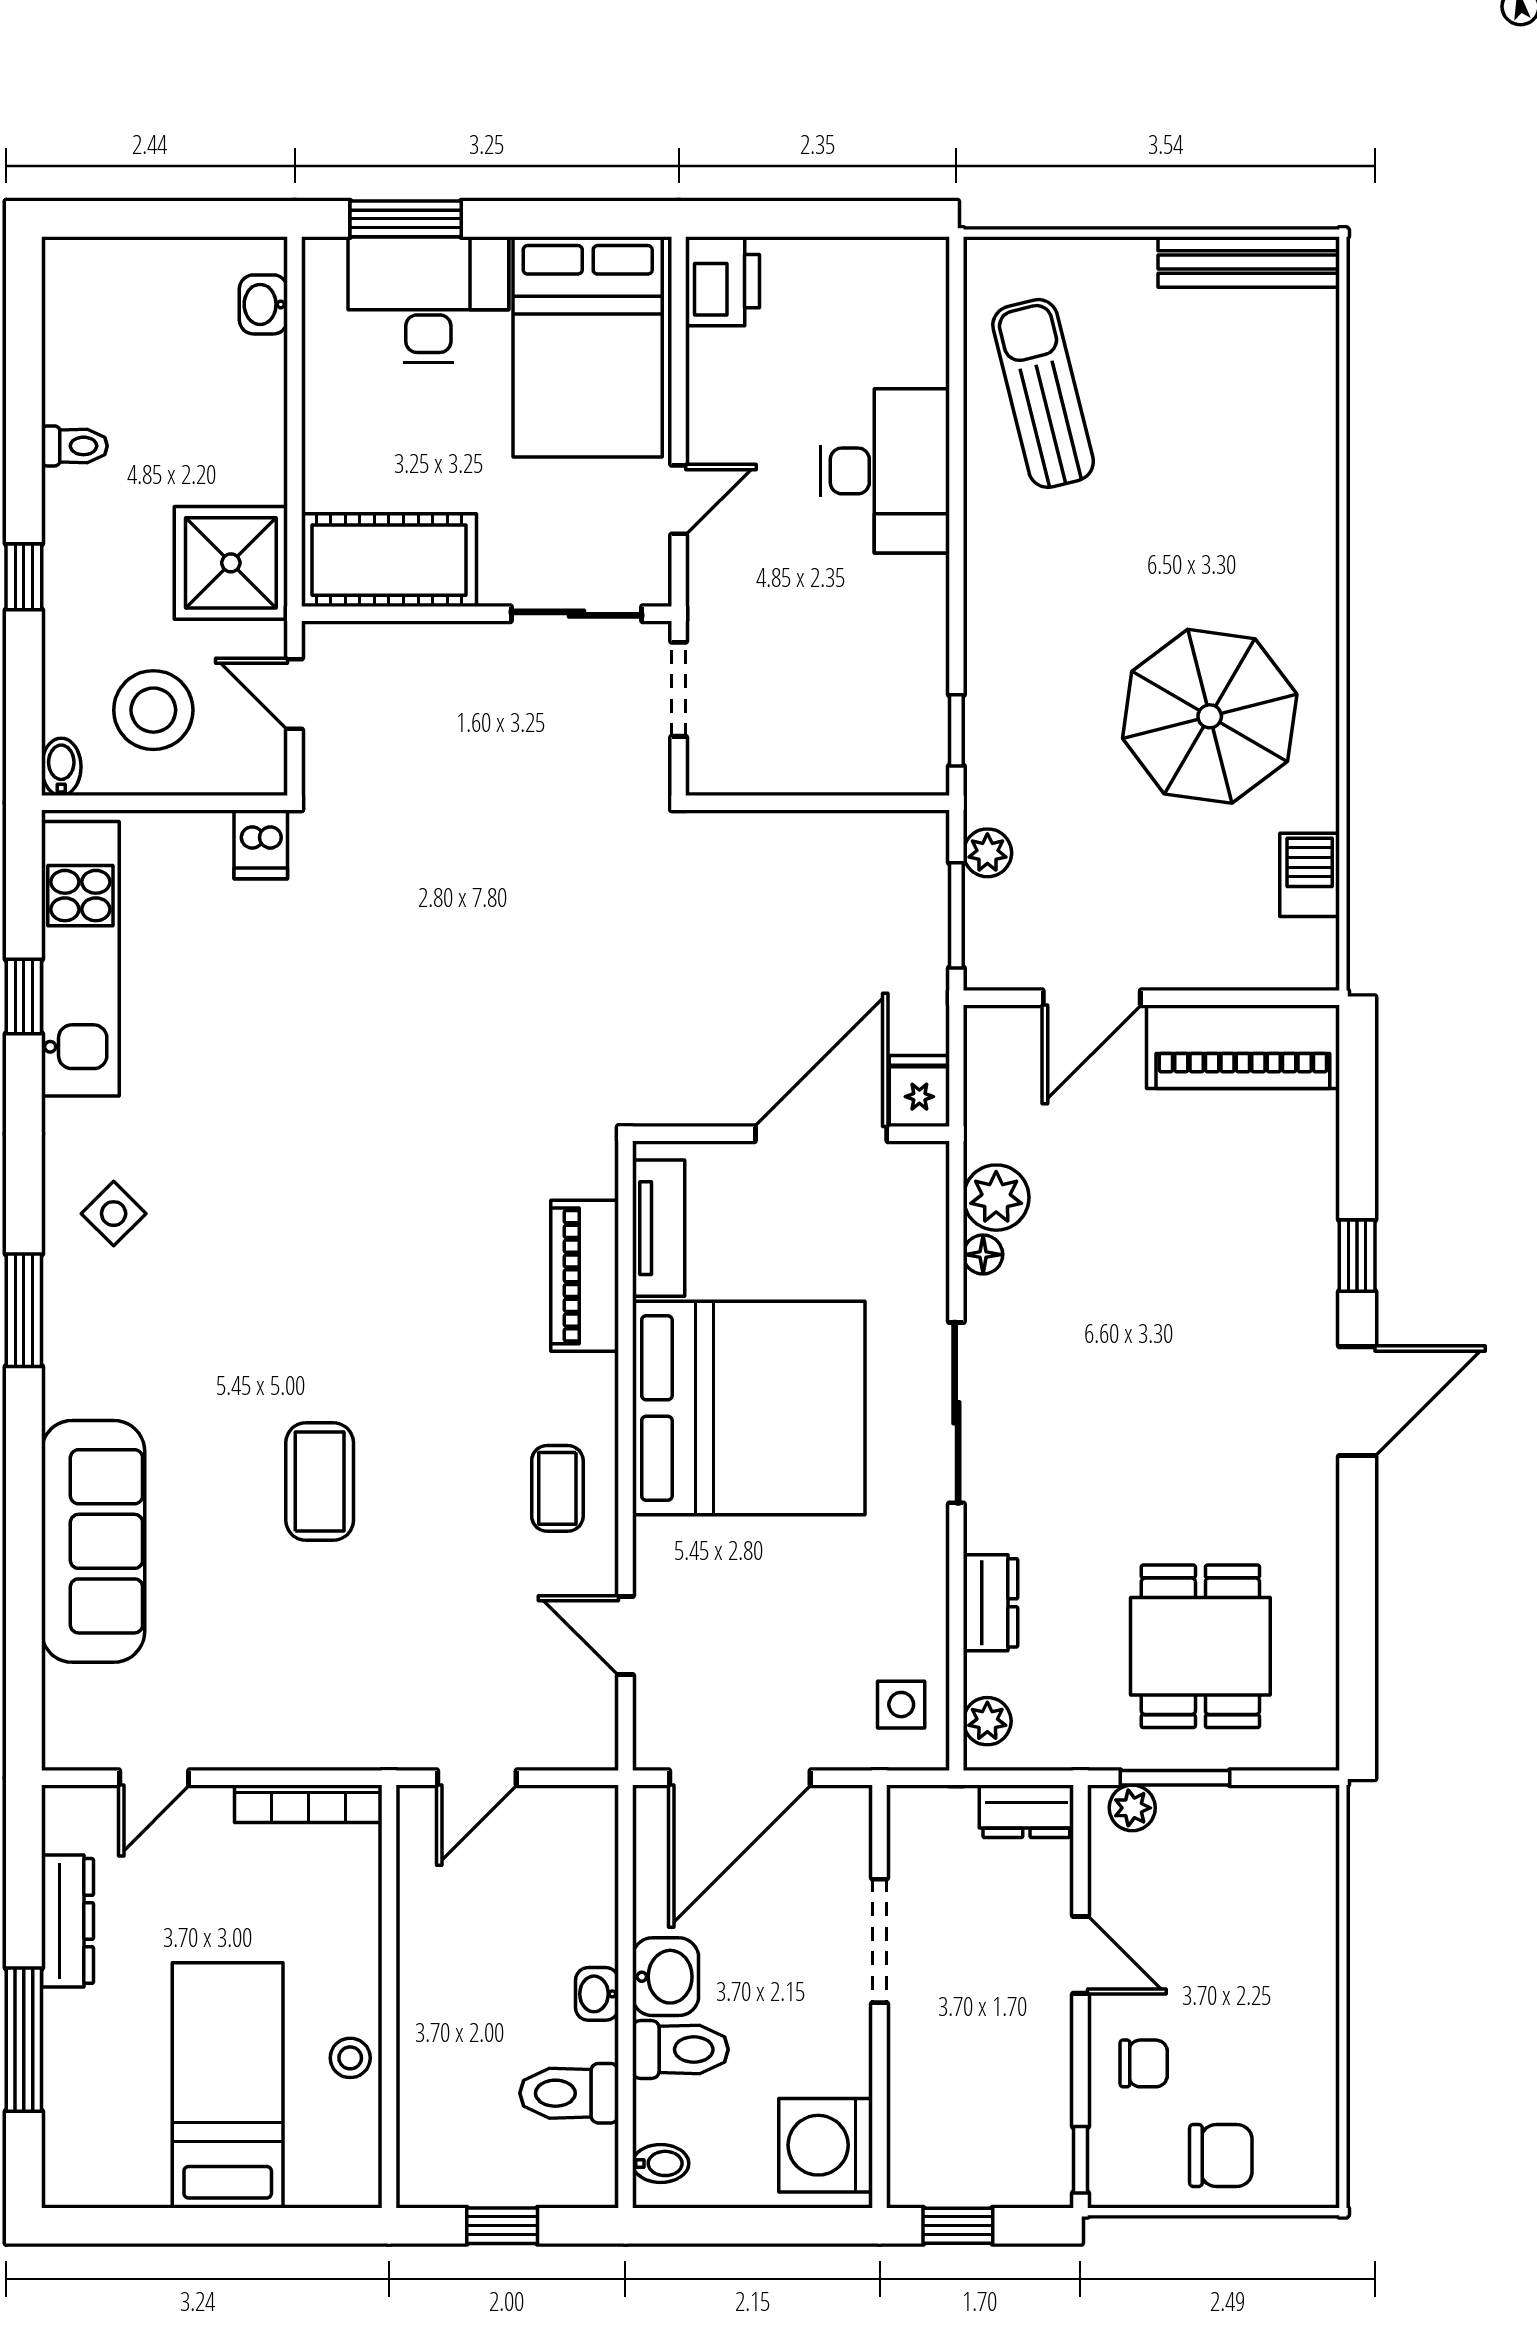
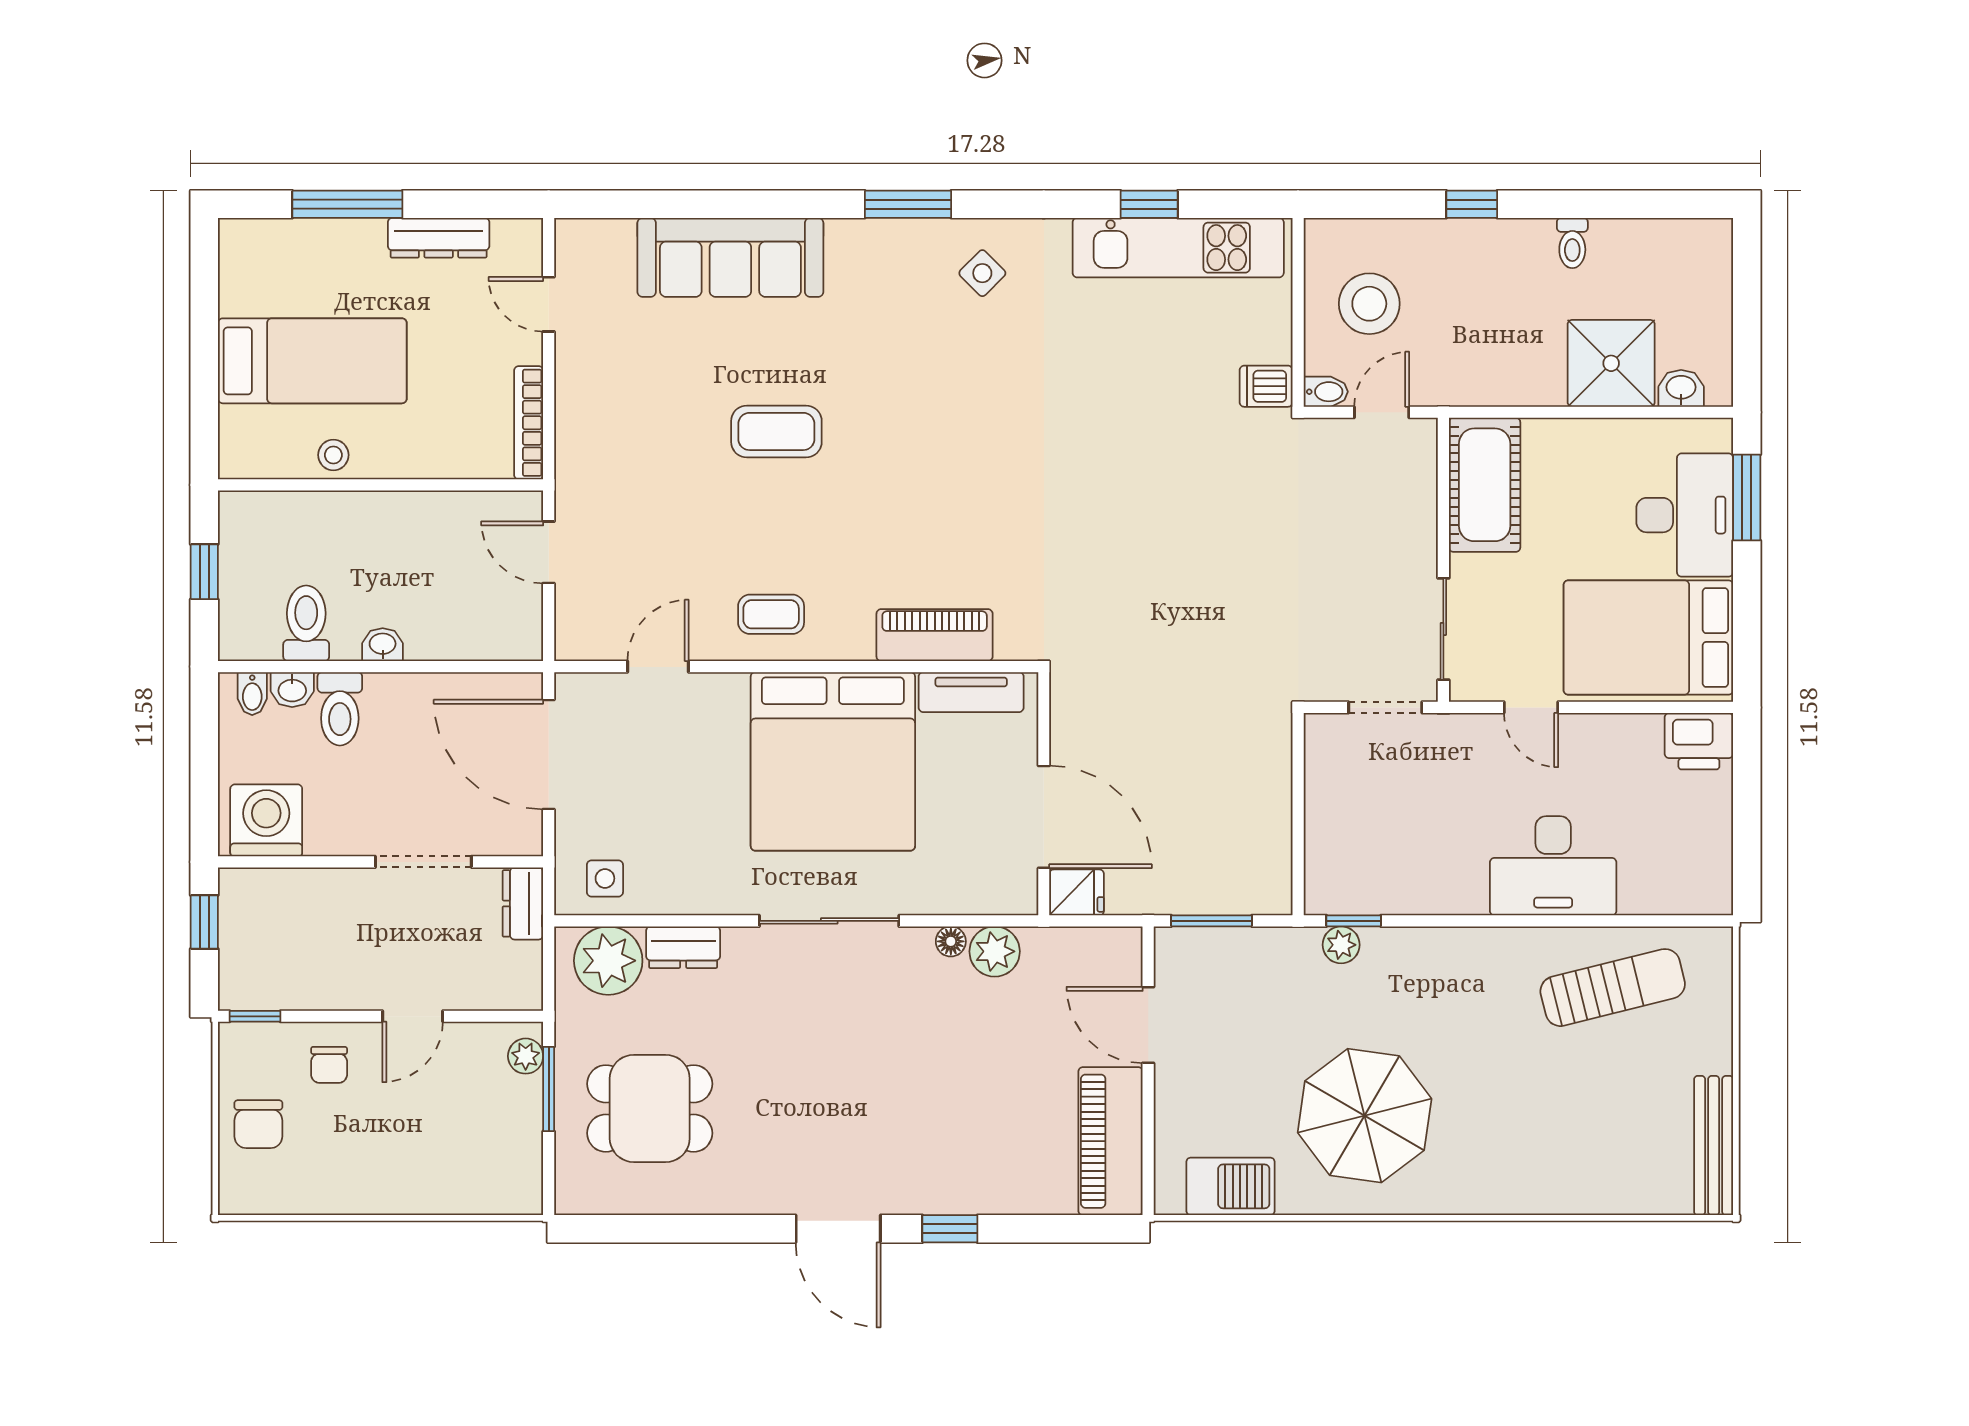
shower: (231, 563) -> (1611, 363), moved
bidet: (61, 767) -> (1326, 392), moved
plant: (987, 853) -> (1341, 945), moved
barbecue: (1310, 875) -> (1231, 1186), width x1.38, depth x1.27
plant: (987, 1721) -> (608, 961), width x1.87, depth x1.87
dresser: (1026, 1811) -> (523, 903), moved
washbasin: (666, 1977) -> (292, 690), moved, width x0.72, depth x0.69

